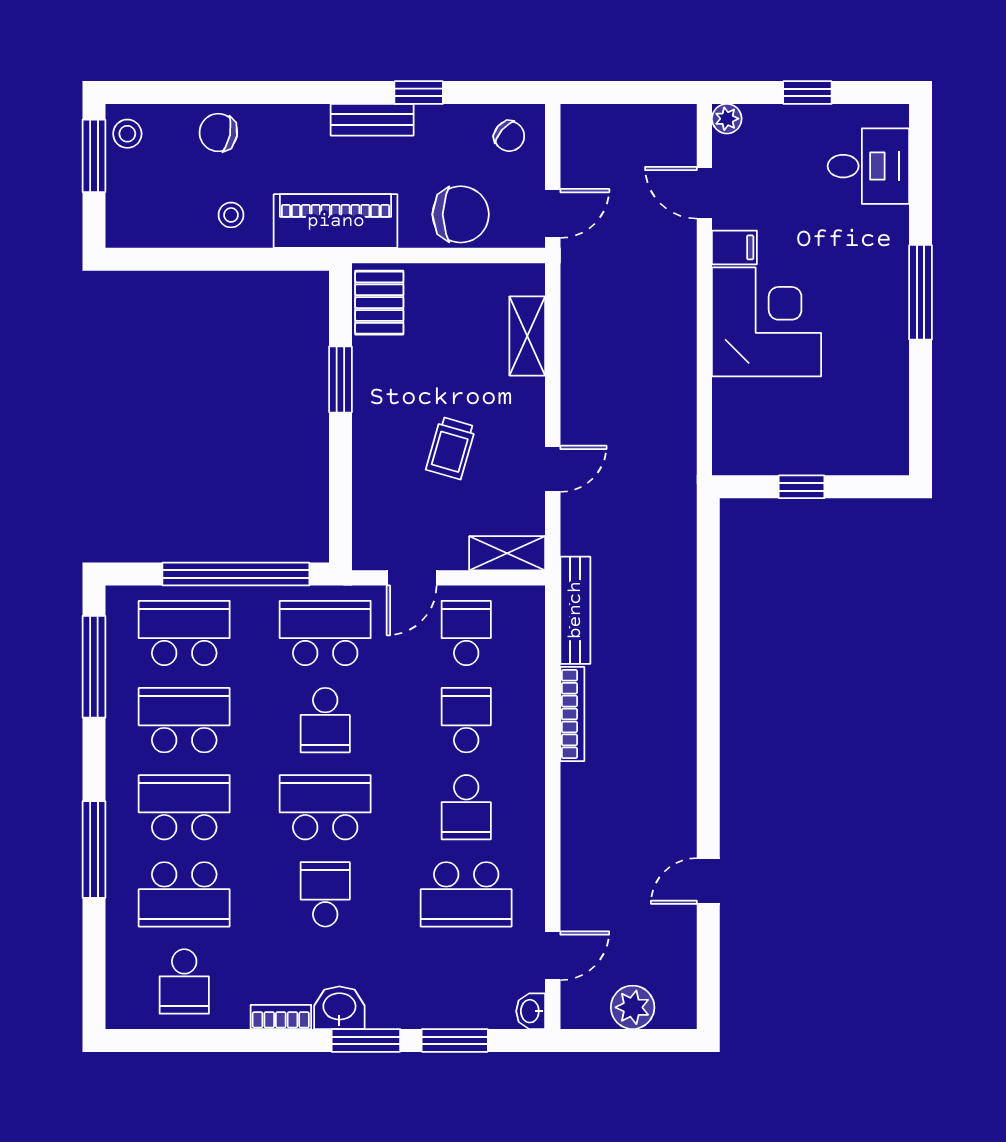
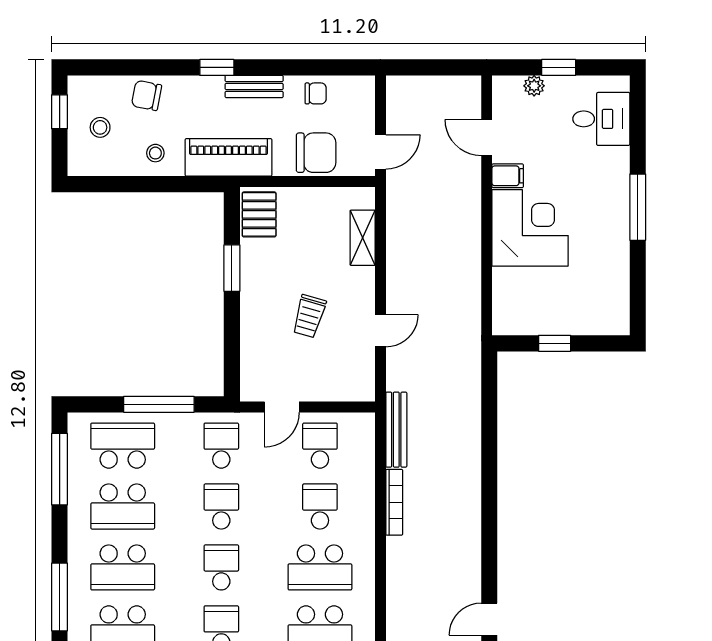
window: (419, 93) -> (217, 67), moved
plant: (727, 119) -> (534, 86), moved
stool: (127, 134) -> (100, 127), moved
chair: (509, 136) -> (316, 93), moved, turned -41
window: (94, 156) -> (60, 112), width x0.67
shelving: (507, 553) -> (349, 390), removed
window: (236, 574) -> (159, 404), width x0.68
school desk: (325, 633) -> (221, 446), width x0.54
school desk: (184, 720) -> (123, 507), turned 180
school desk: (325, 720) -> (221, 507), turned 180
school desk: (184, 807) -> (123, 567), turned 180
school desk: (325, 807) -> (221, 567), width x0.54
school desk: (466, 807) -> (320, 567), width x1.85

